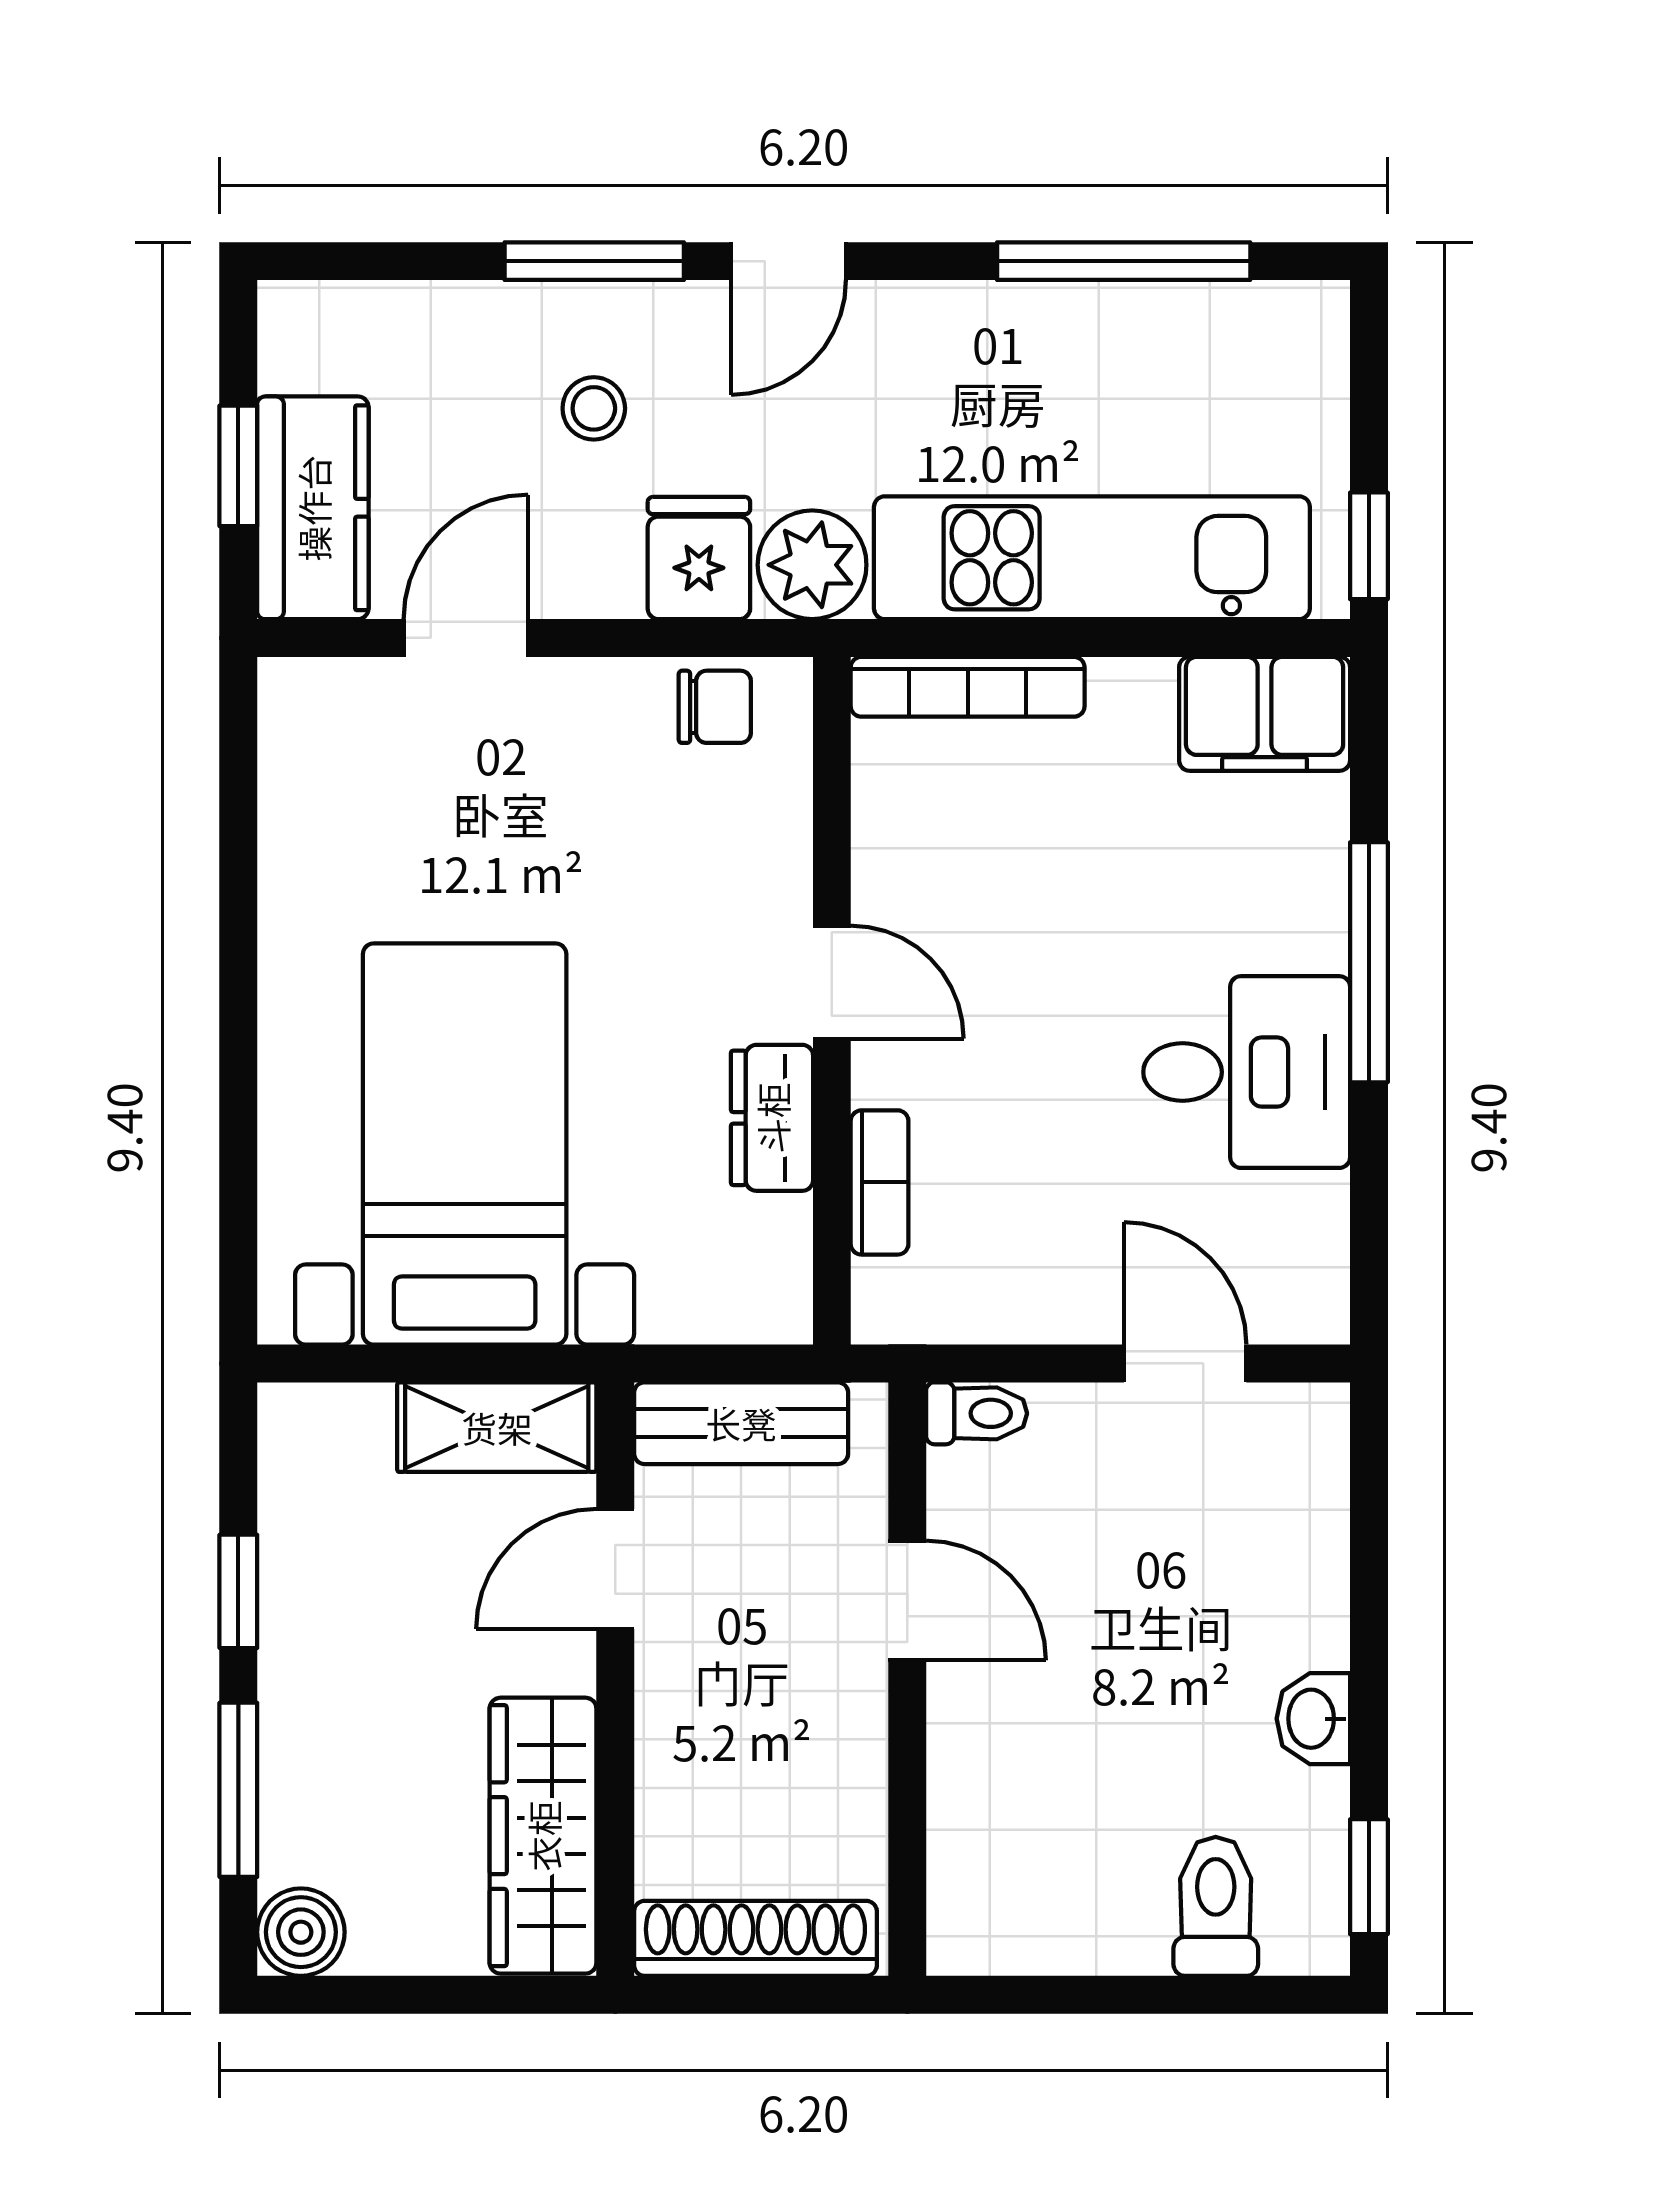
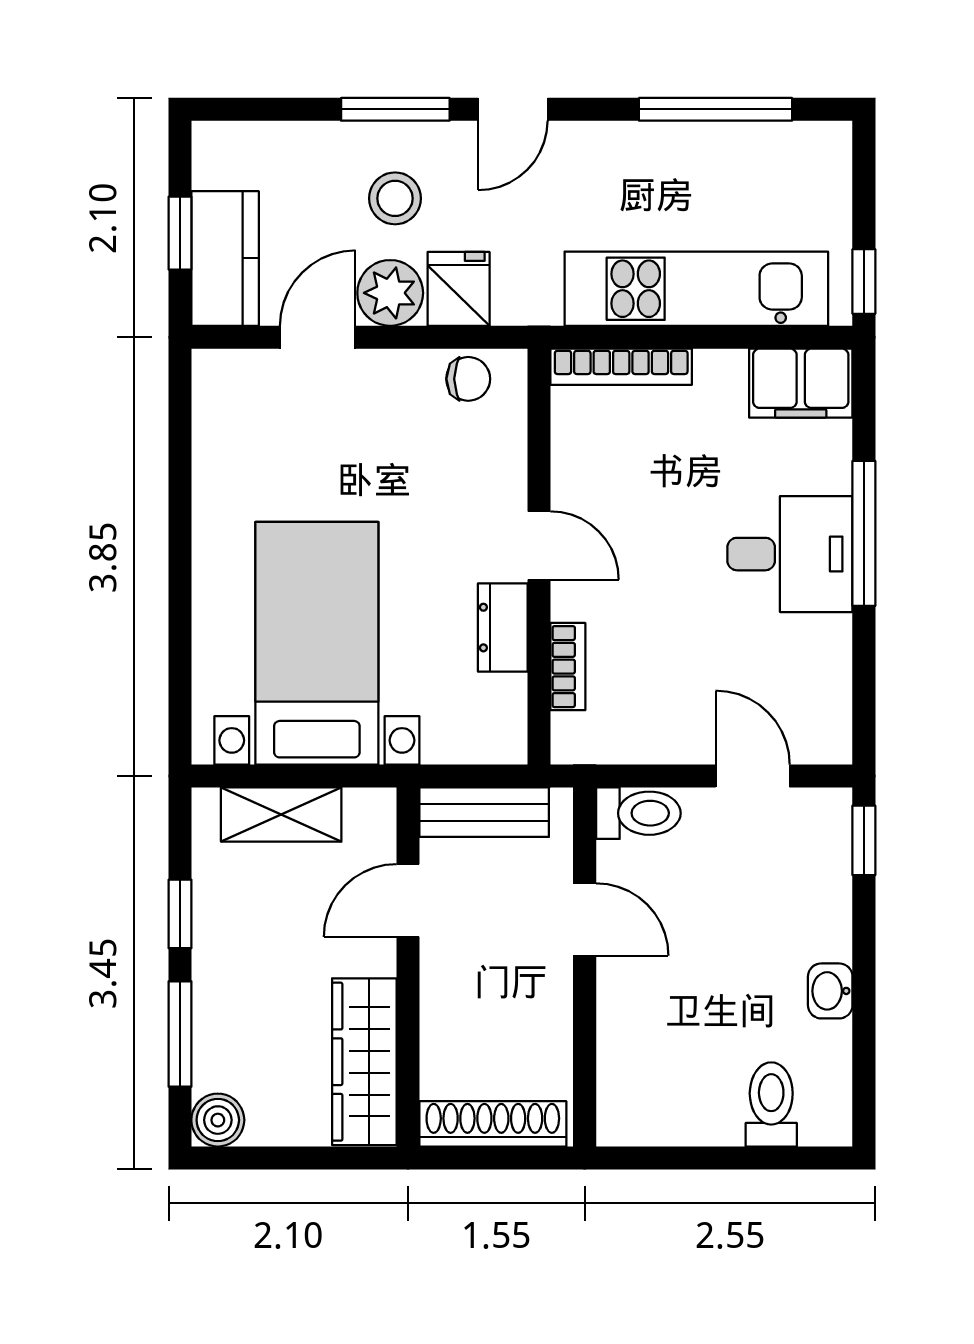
stool: (594, 408) -> (395, 198), width x1.37, depth x1.37
plant: (812, 565) -> (390, 293), moved
desk: (1247, 1072) -> (790, 554), moved
toilet: (977, 1413) -> (638, 813), width x1.37, depth x1.39
shelving: (497, 1427) -> (281, 815), moved
window: (1369, 1877) -> (864, 840), moved

